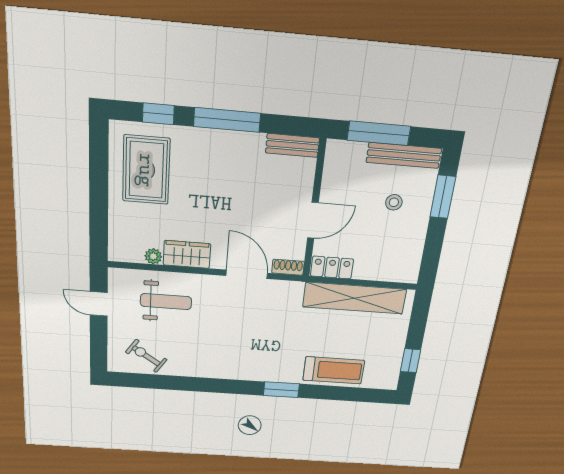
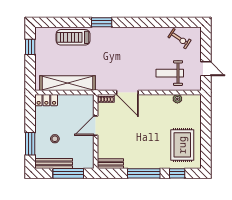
wardrobe: (187, 254) -> (160, 101), removed
locker: (332, 267) -> (46, 100), moved

